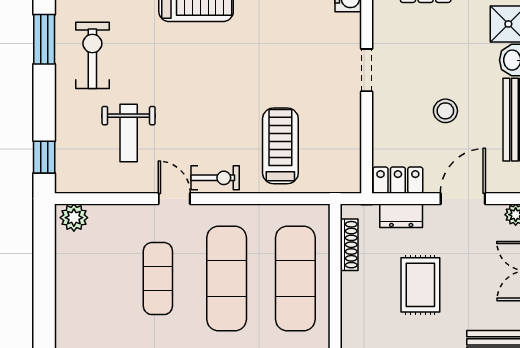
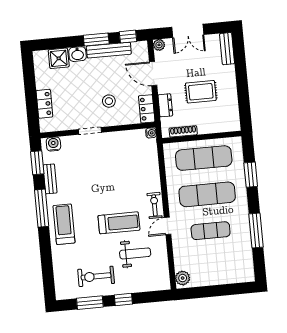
stool: (445, 111) -> (109, 101), moved
treadmill: (280, 146) -> (119, 223), moved, turned 180
window: (44, 157) -> (123, 299), moved
water cooler: (352, 184) -> (151, 133), added

